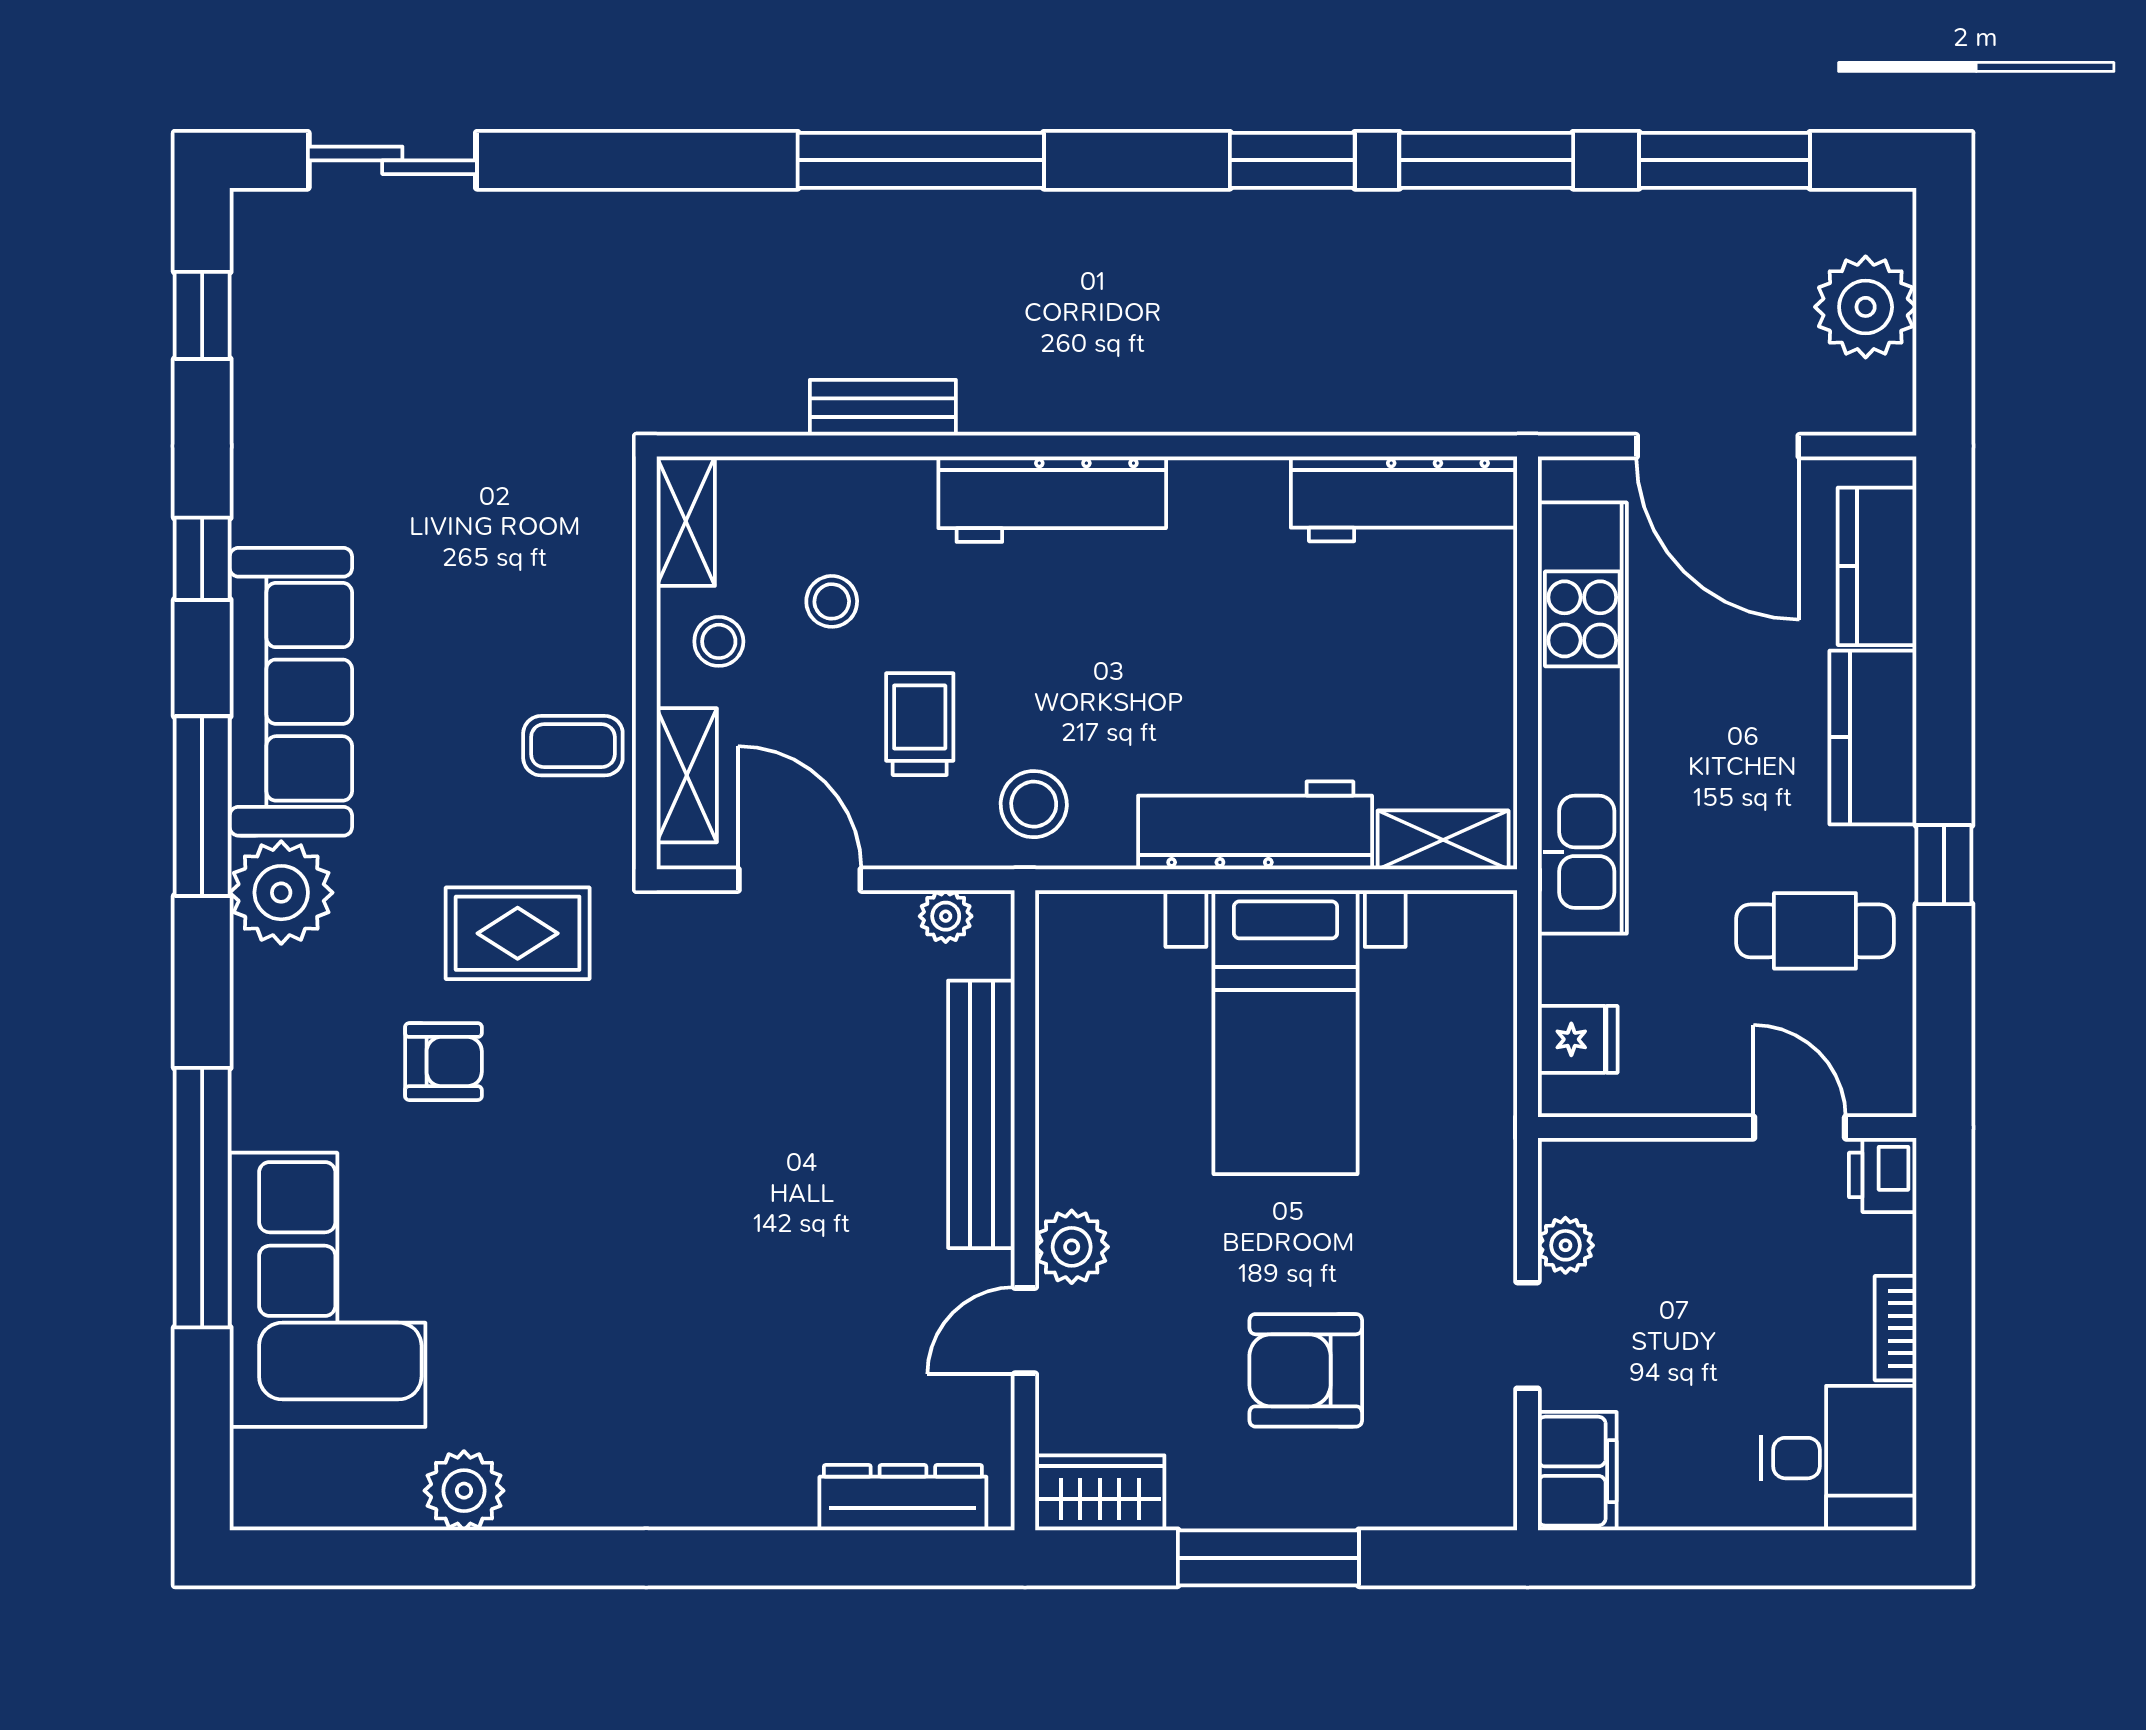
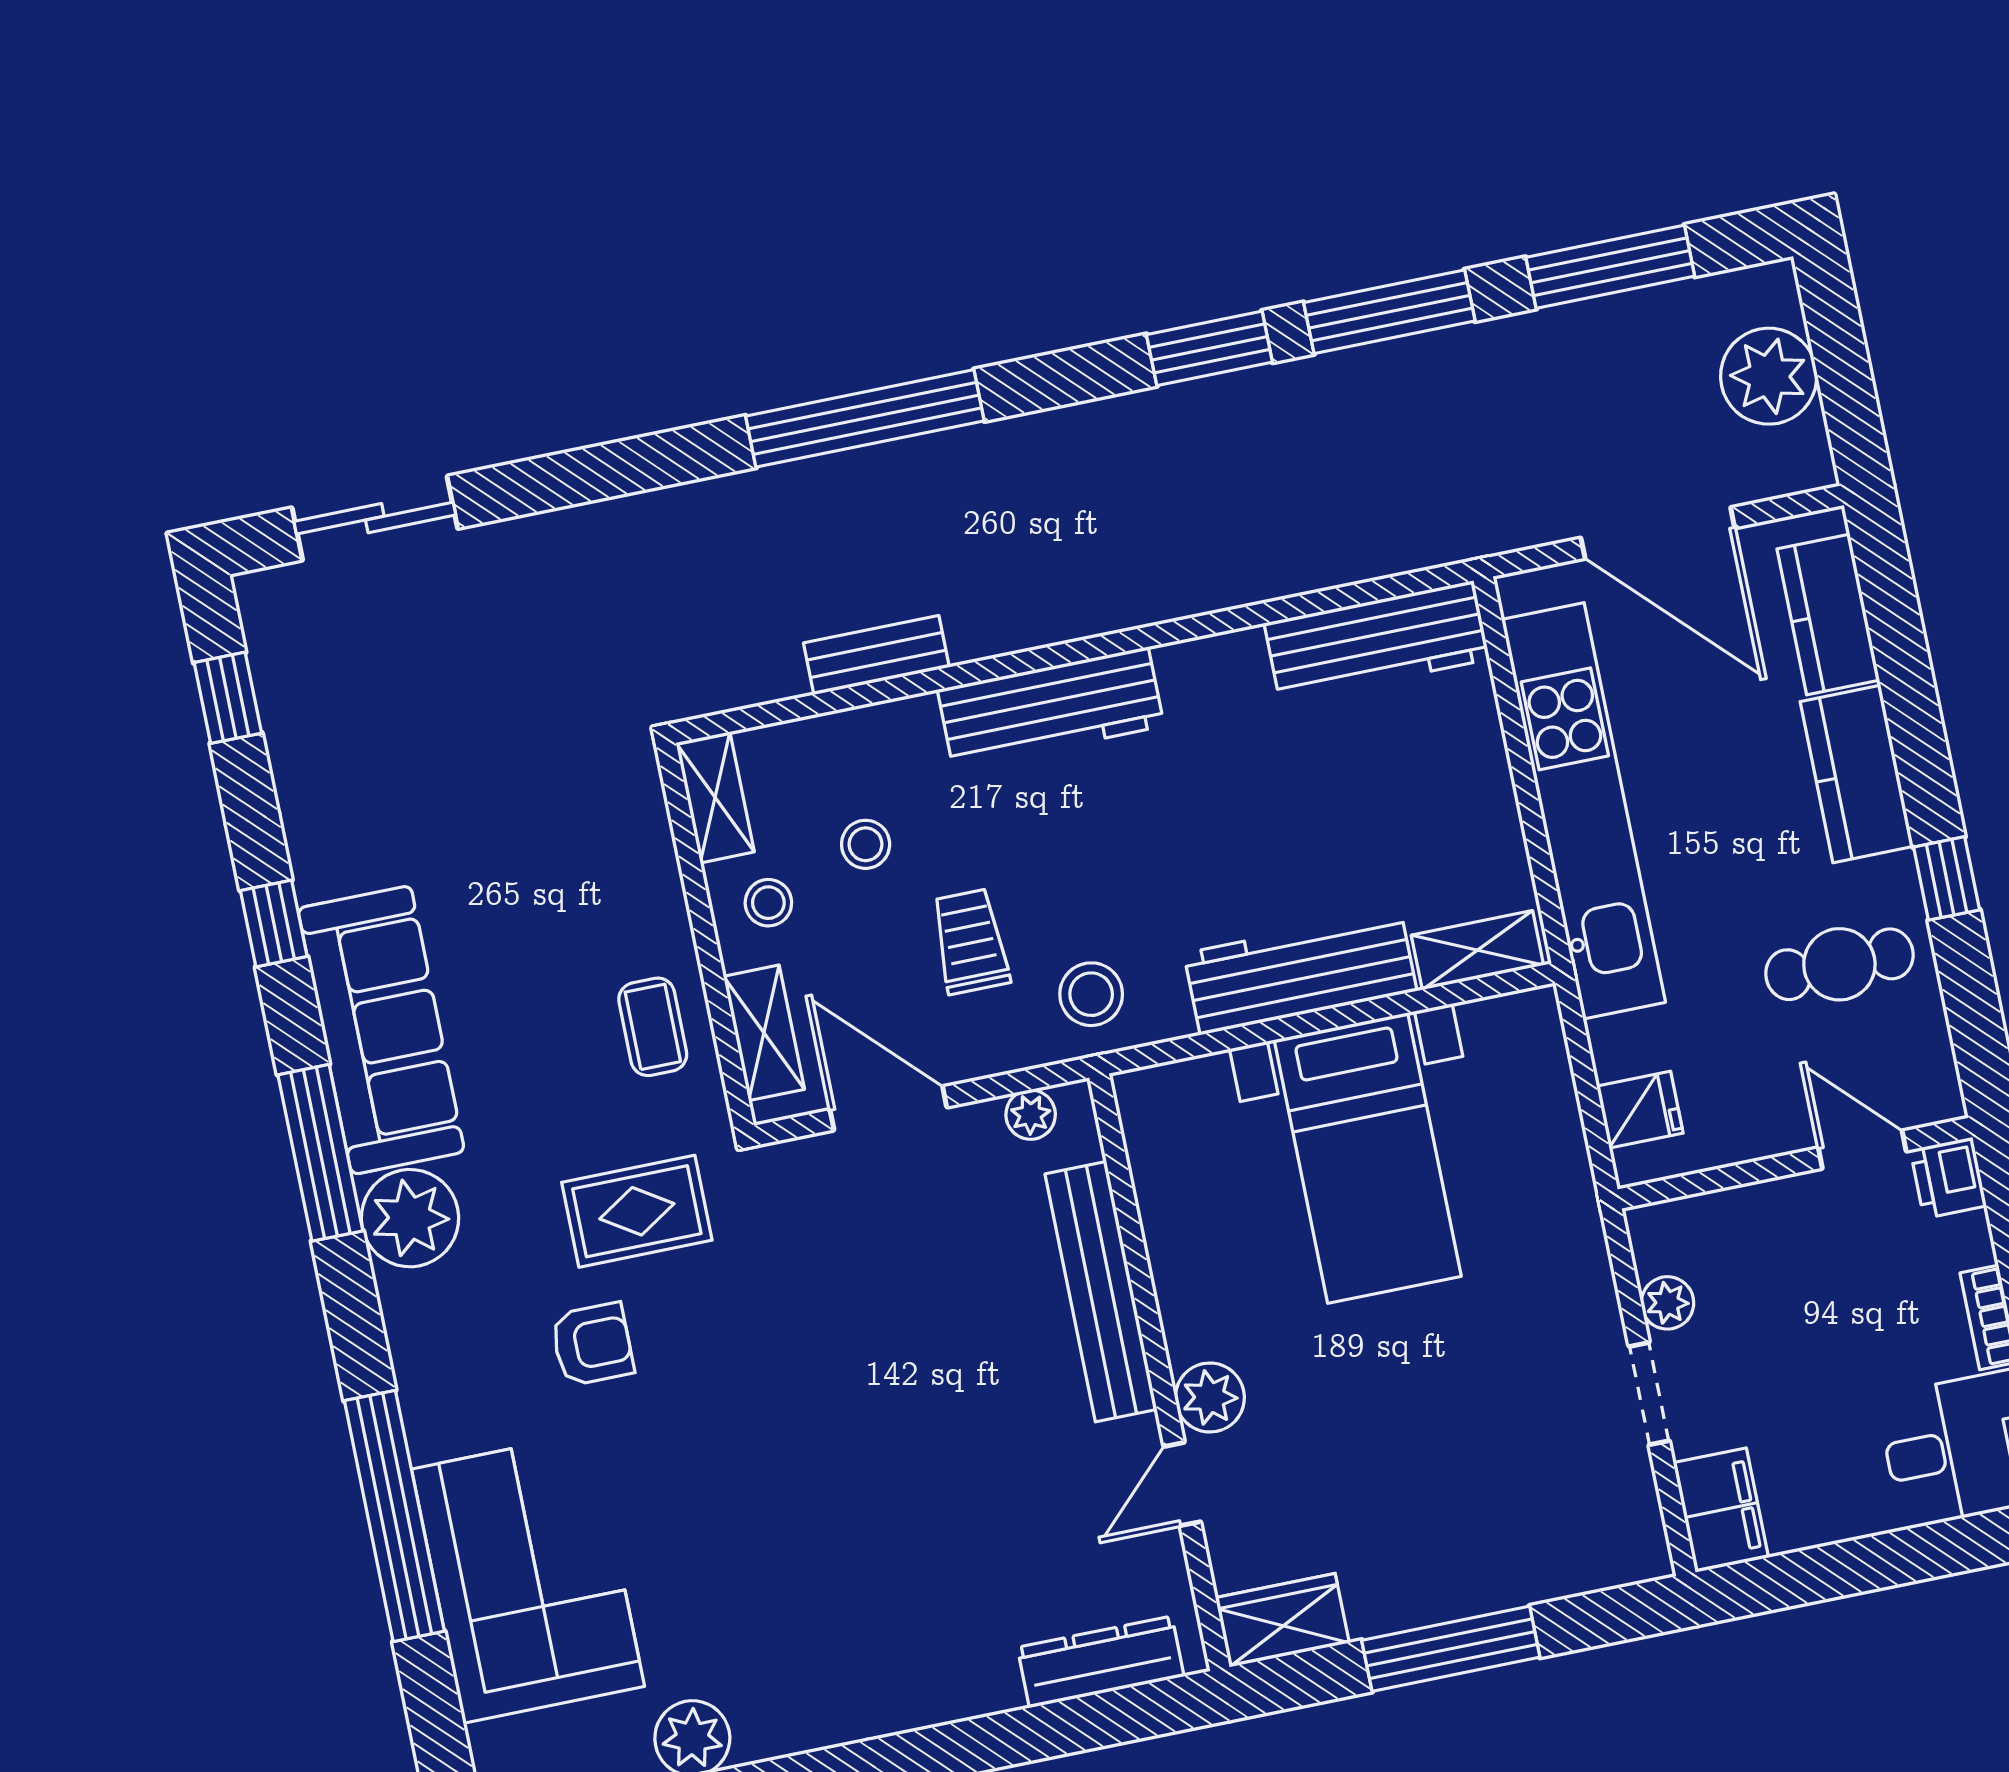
coffee table: (573, 746) -> (653, 1027), turned 90
armchair: (1306, 1370) -> (1450, 1468), removed

